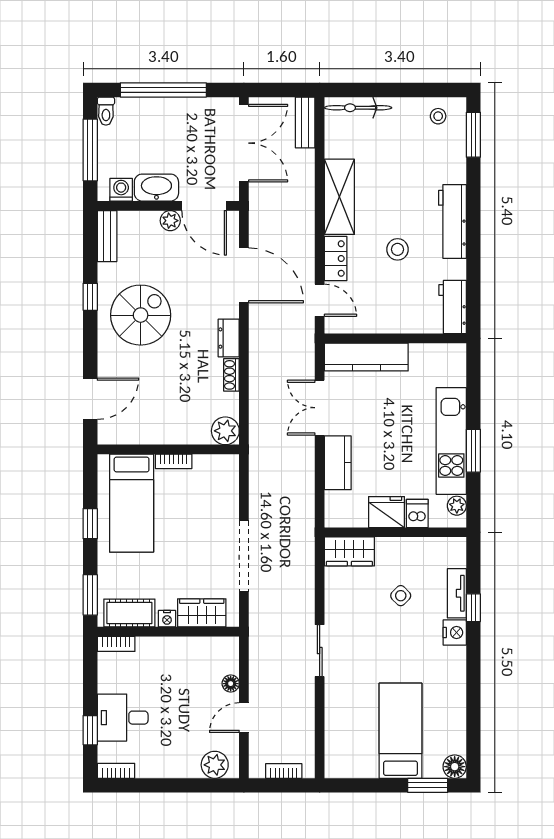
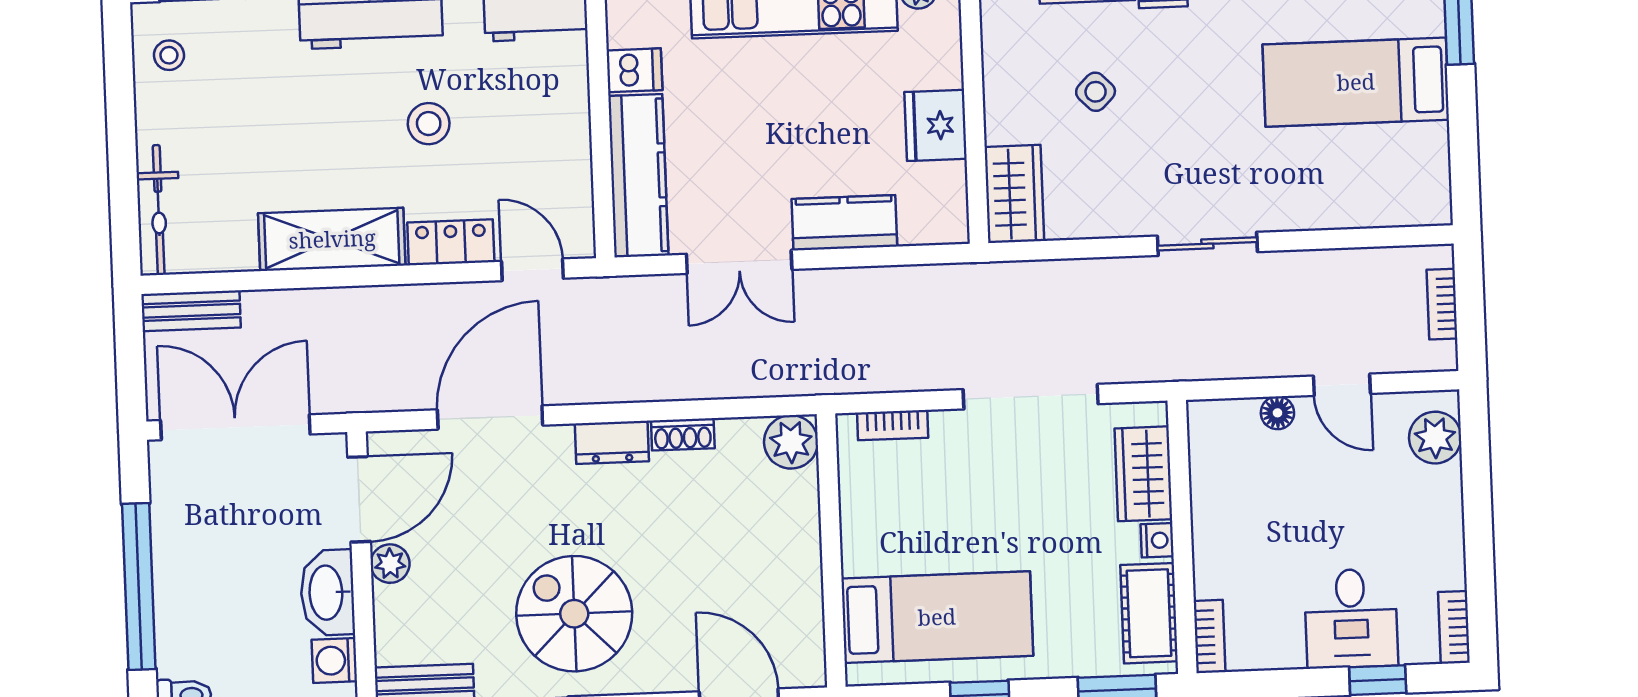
door: (320, 300) -> (532, 270), hinge flipped
bookcase: (174, 461) -> (893, 425), moved, turned 90
dishwasher: (417, 513) -> (634, 70), moved, turned 180

